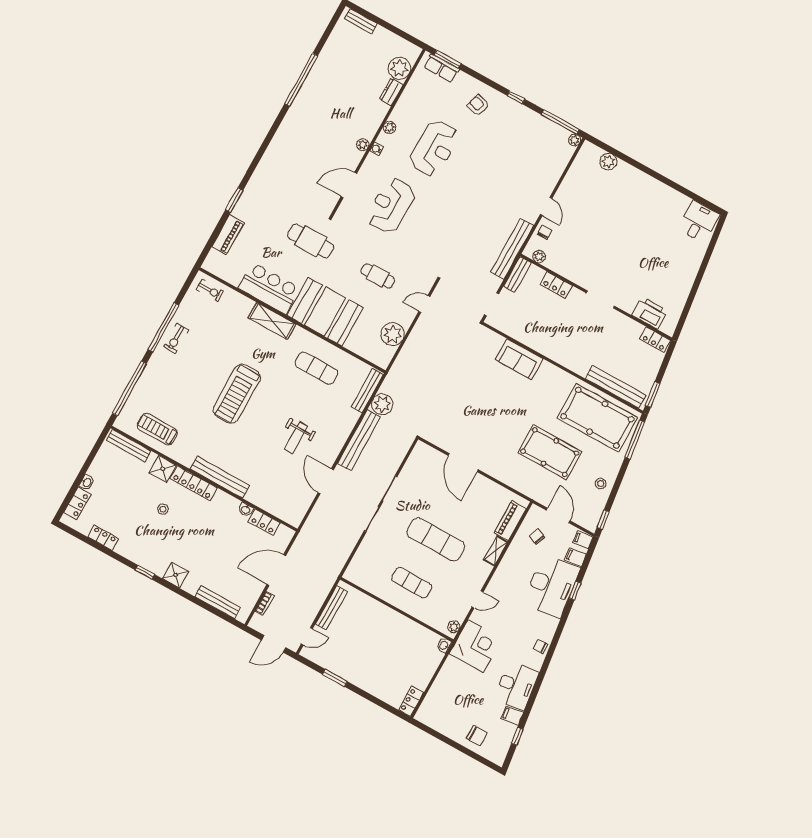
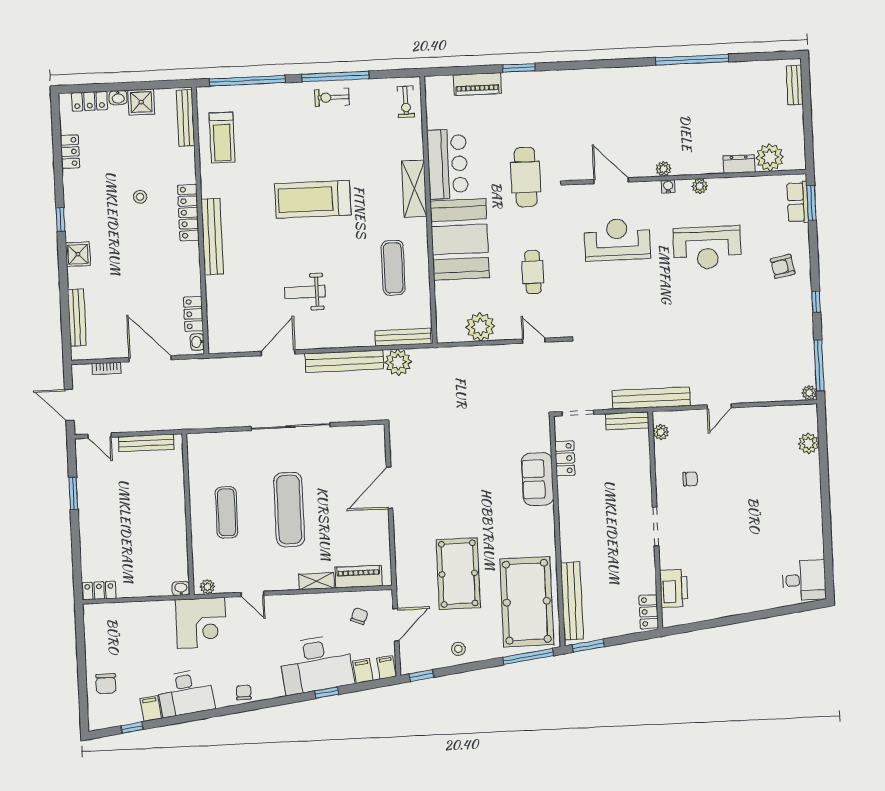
armchair: (478, 105) -> (783, 266), turned -117
chair: (545, 232) -> (690, 479), moved
locker: (556, 285) -> (565, 458), moved, turned 180
treadmill: (157, 429) -> (222, 138), turned 180
shower: (163, 469) -> (141, 102), moved
washbasin: (246, 510) -> (197, 342), moved

